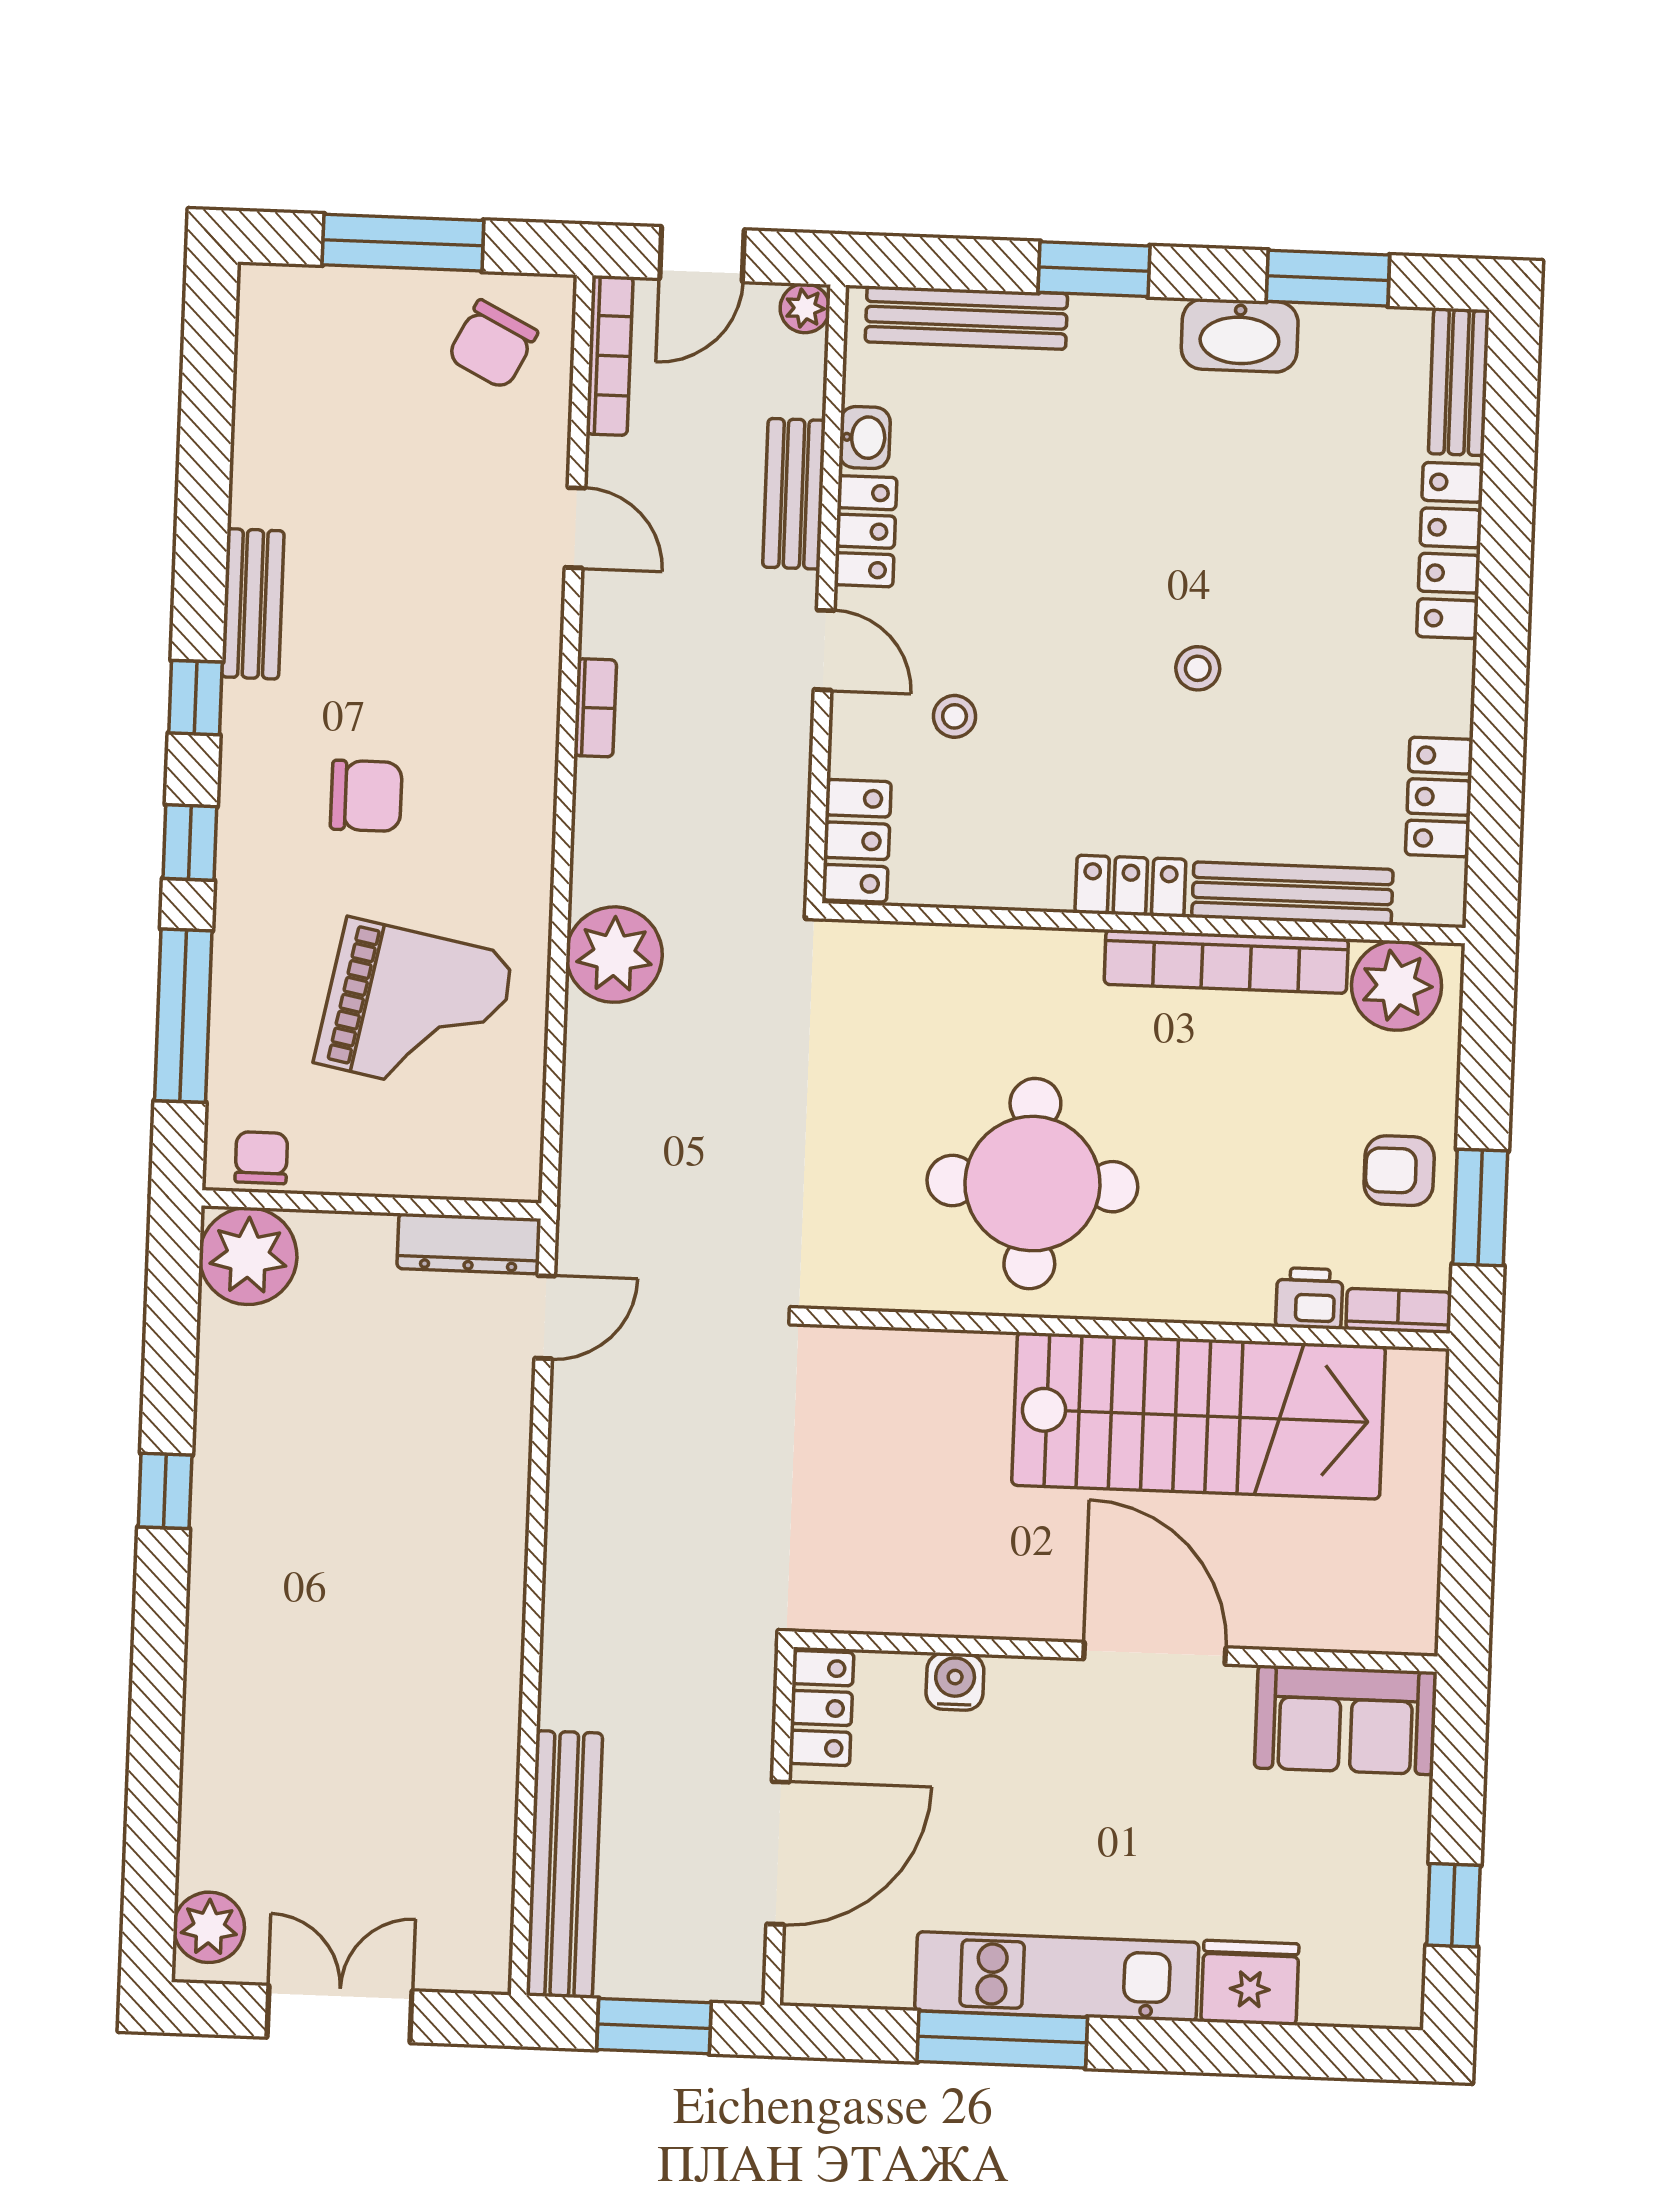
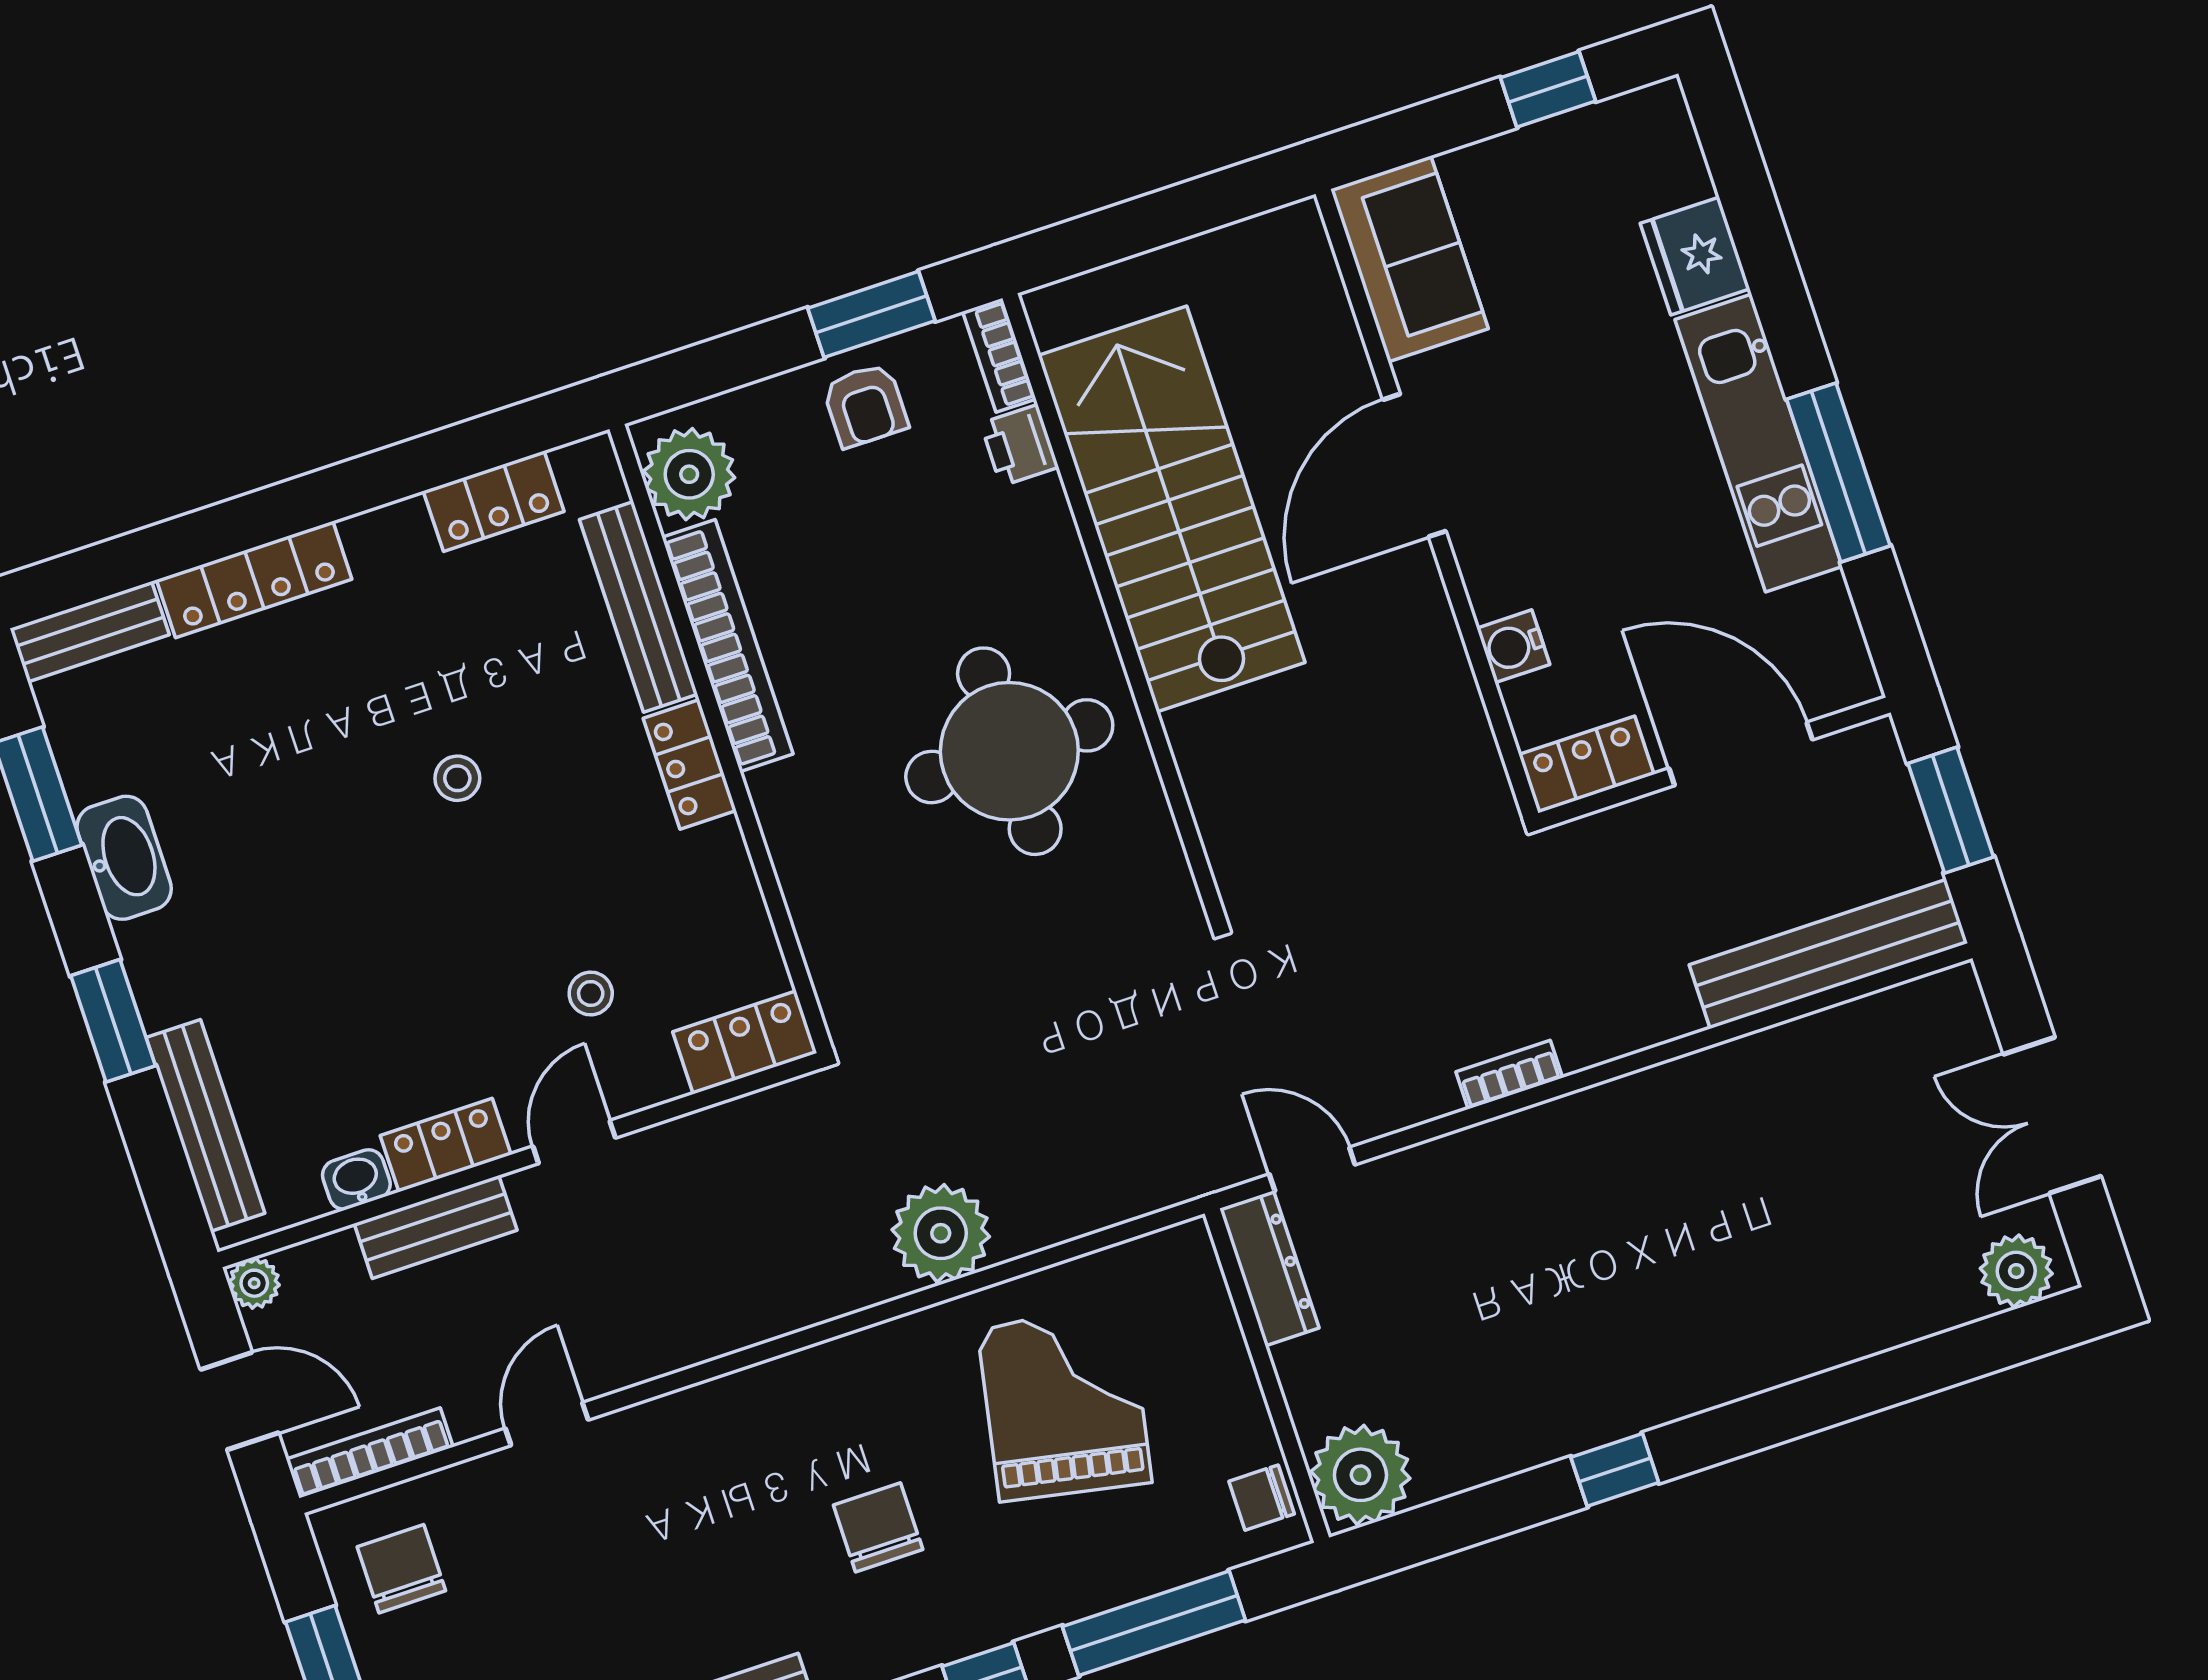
chair: (493, 345) -> (401, 1569), turned -117
bookcase: (595, 708) -> (1509, 1075), moved

